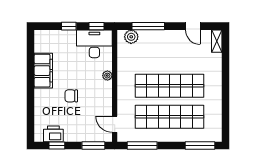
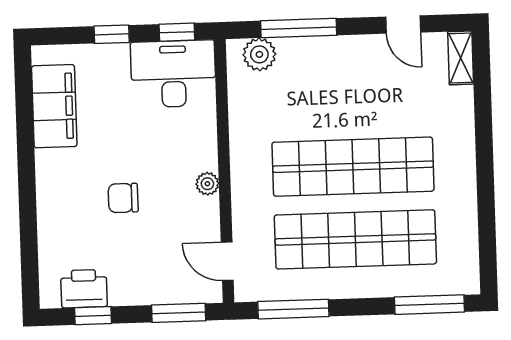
filing cabinet: (43, 71) -> (54, 106), moved
plant: (107, 76) -> (207, 184), moved

